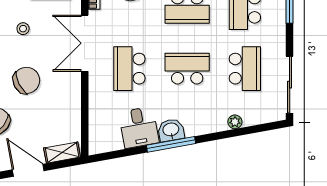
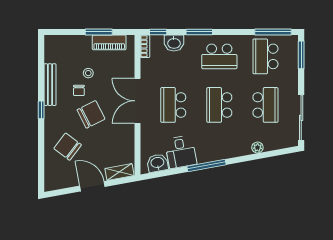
double door: (85, 43) -> (138, 101), moved
chair: (11, 50) -> (79, 90), added
school desk: (187, 69) -> (219, 105), turned -90
washbasin: (171, 130) -> (157, 163), moved

